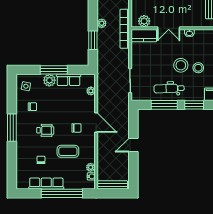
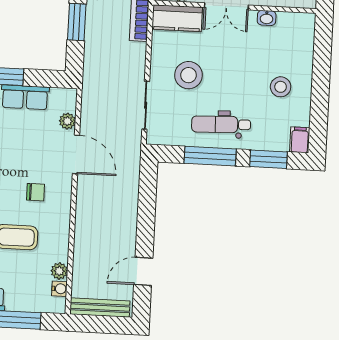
stool: (181, 65) -> (189, 75), moved
door: (96, 122) -> (76, 154), moved
door: (133, 145) -> (143, 271), moved

